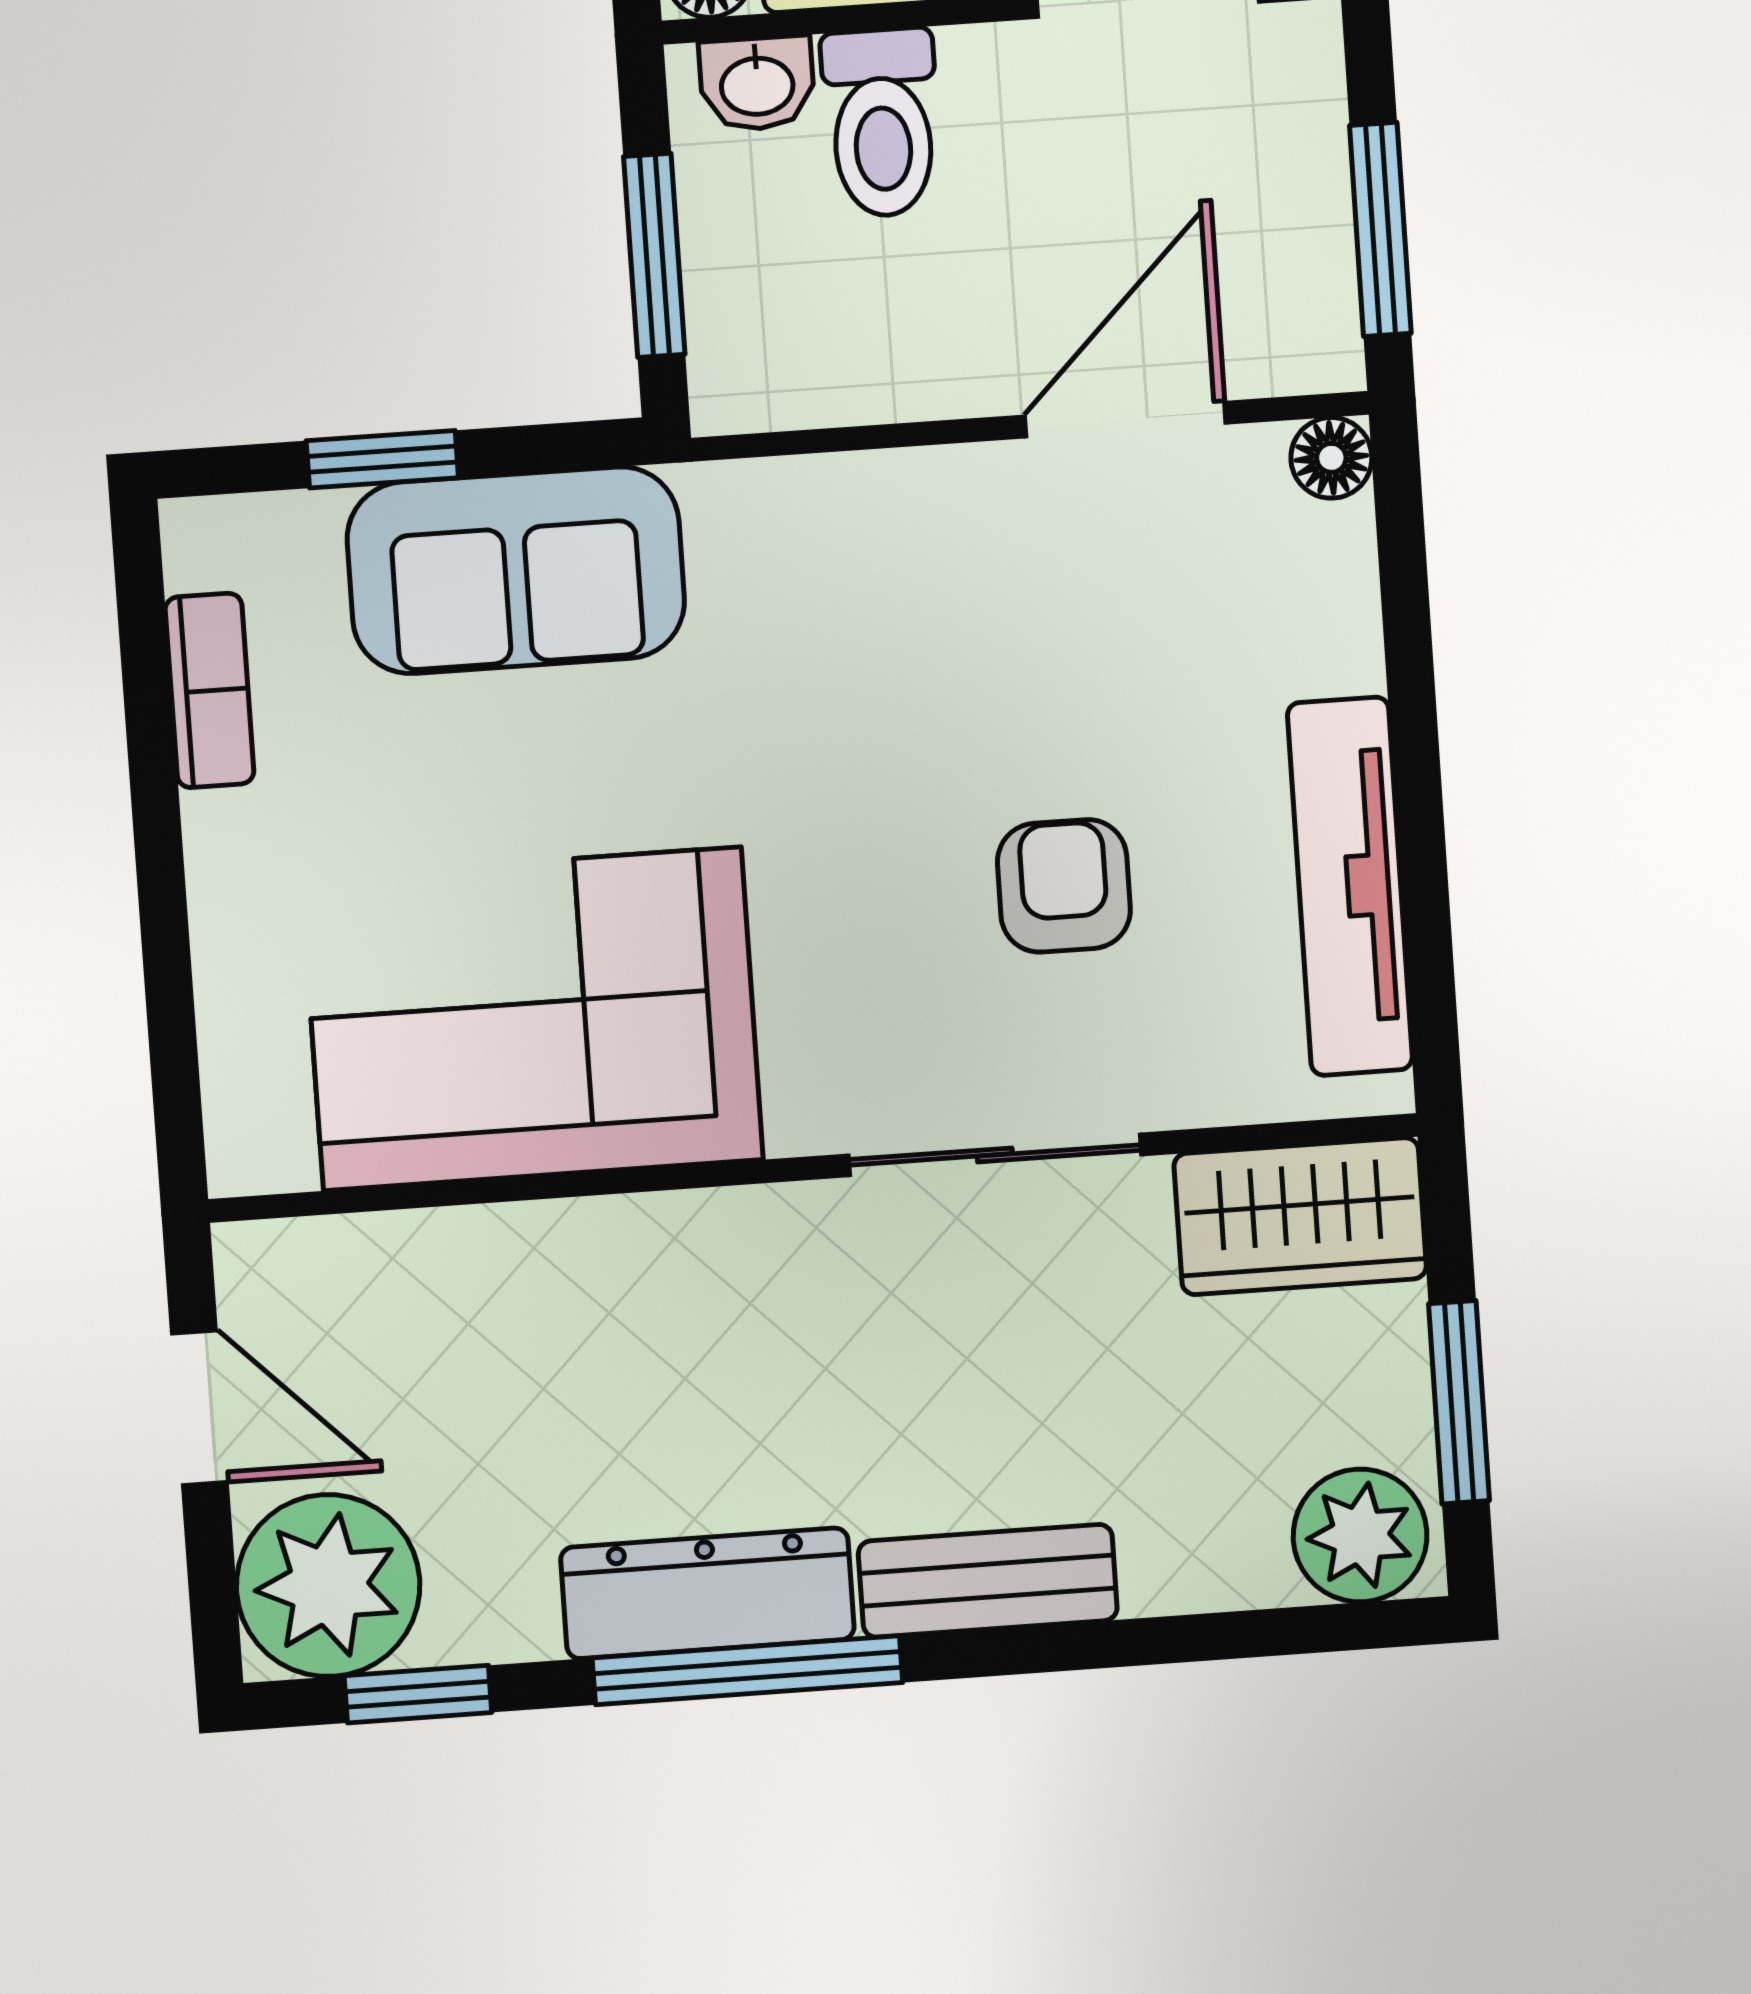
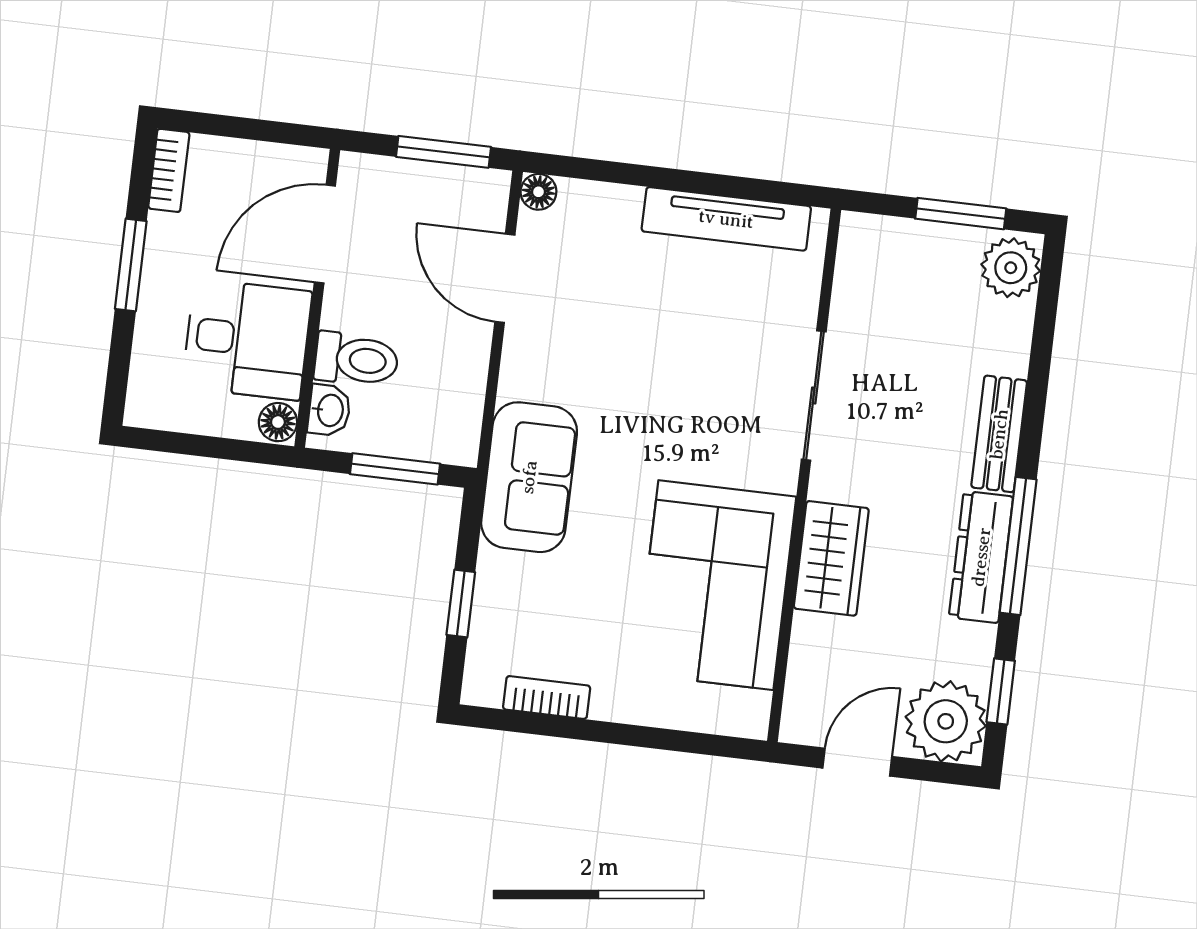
sofa: (516, 570) -> (529, 477), moved
armchair: (1064, 886) -> (702, 343), removed
wardrobe: (1300, 1216) -> (831, 558), moved

